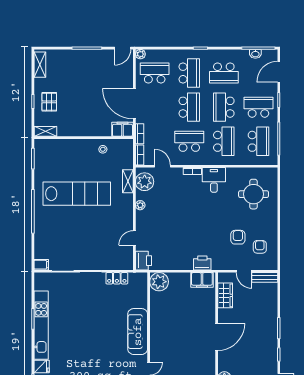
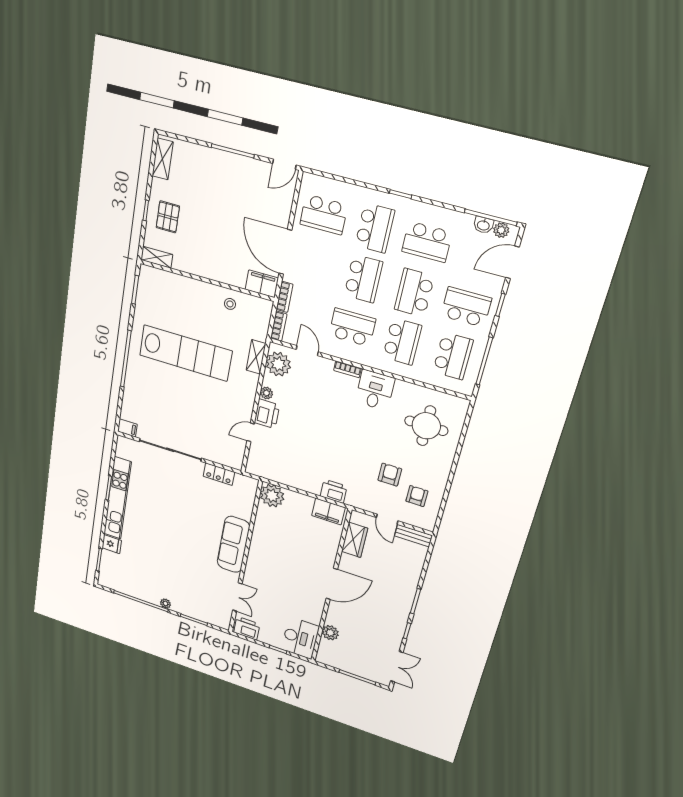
plant: (140, 54) -> (501, 230), moved
school desk: (155, 73) -> (324, 214), turned 180
printer: (143, 261) -> (267, 414), moved

